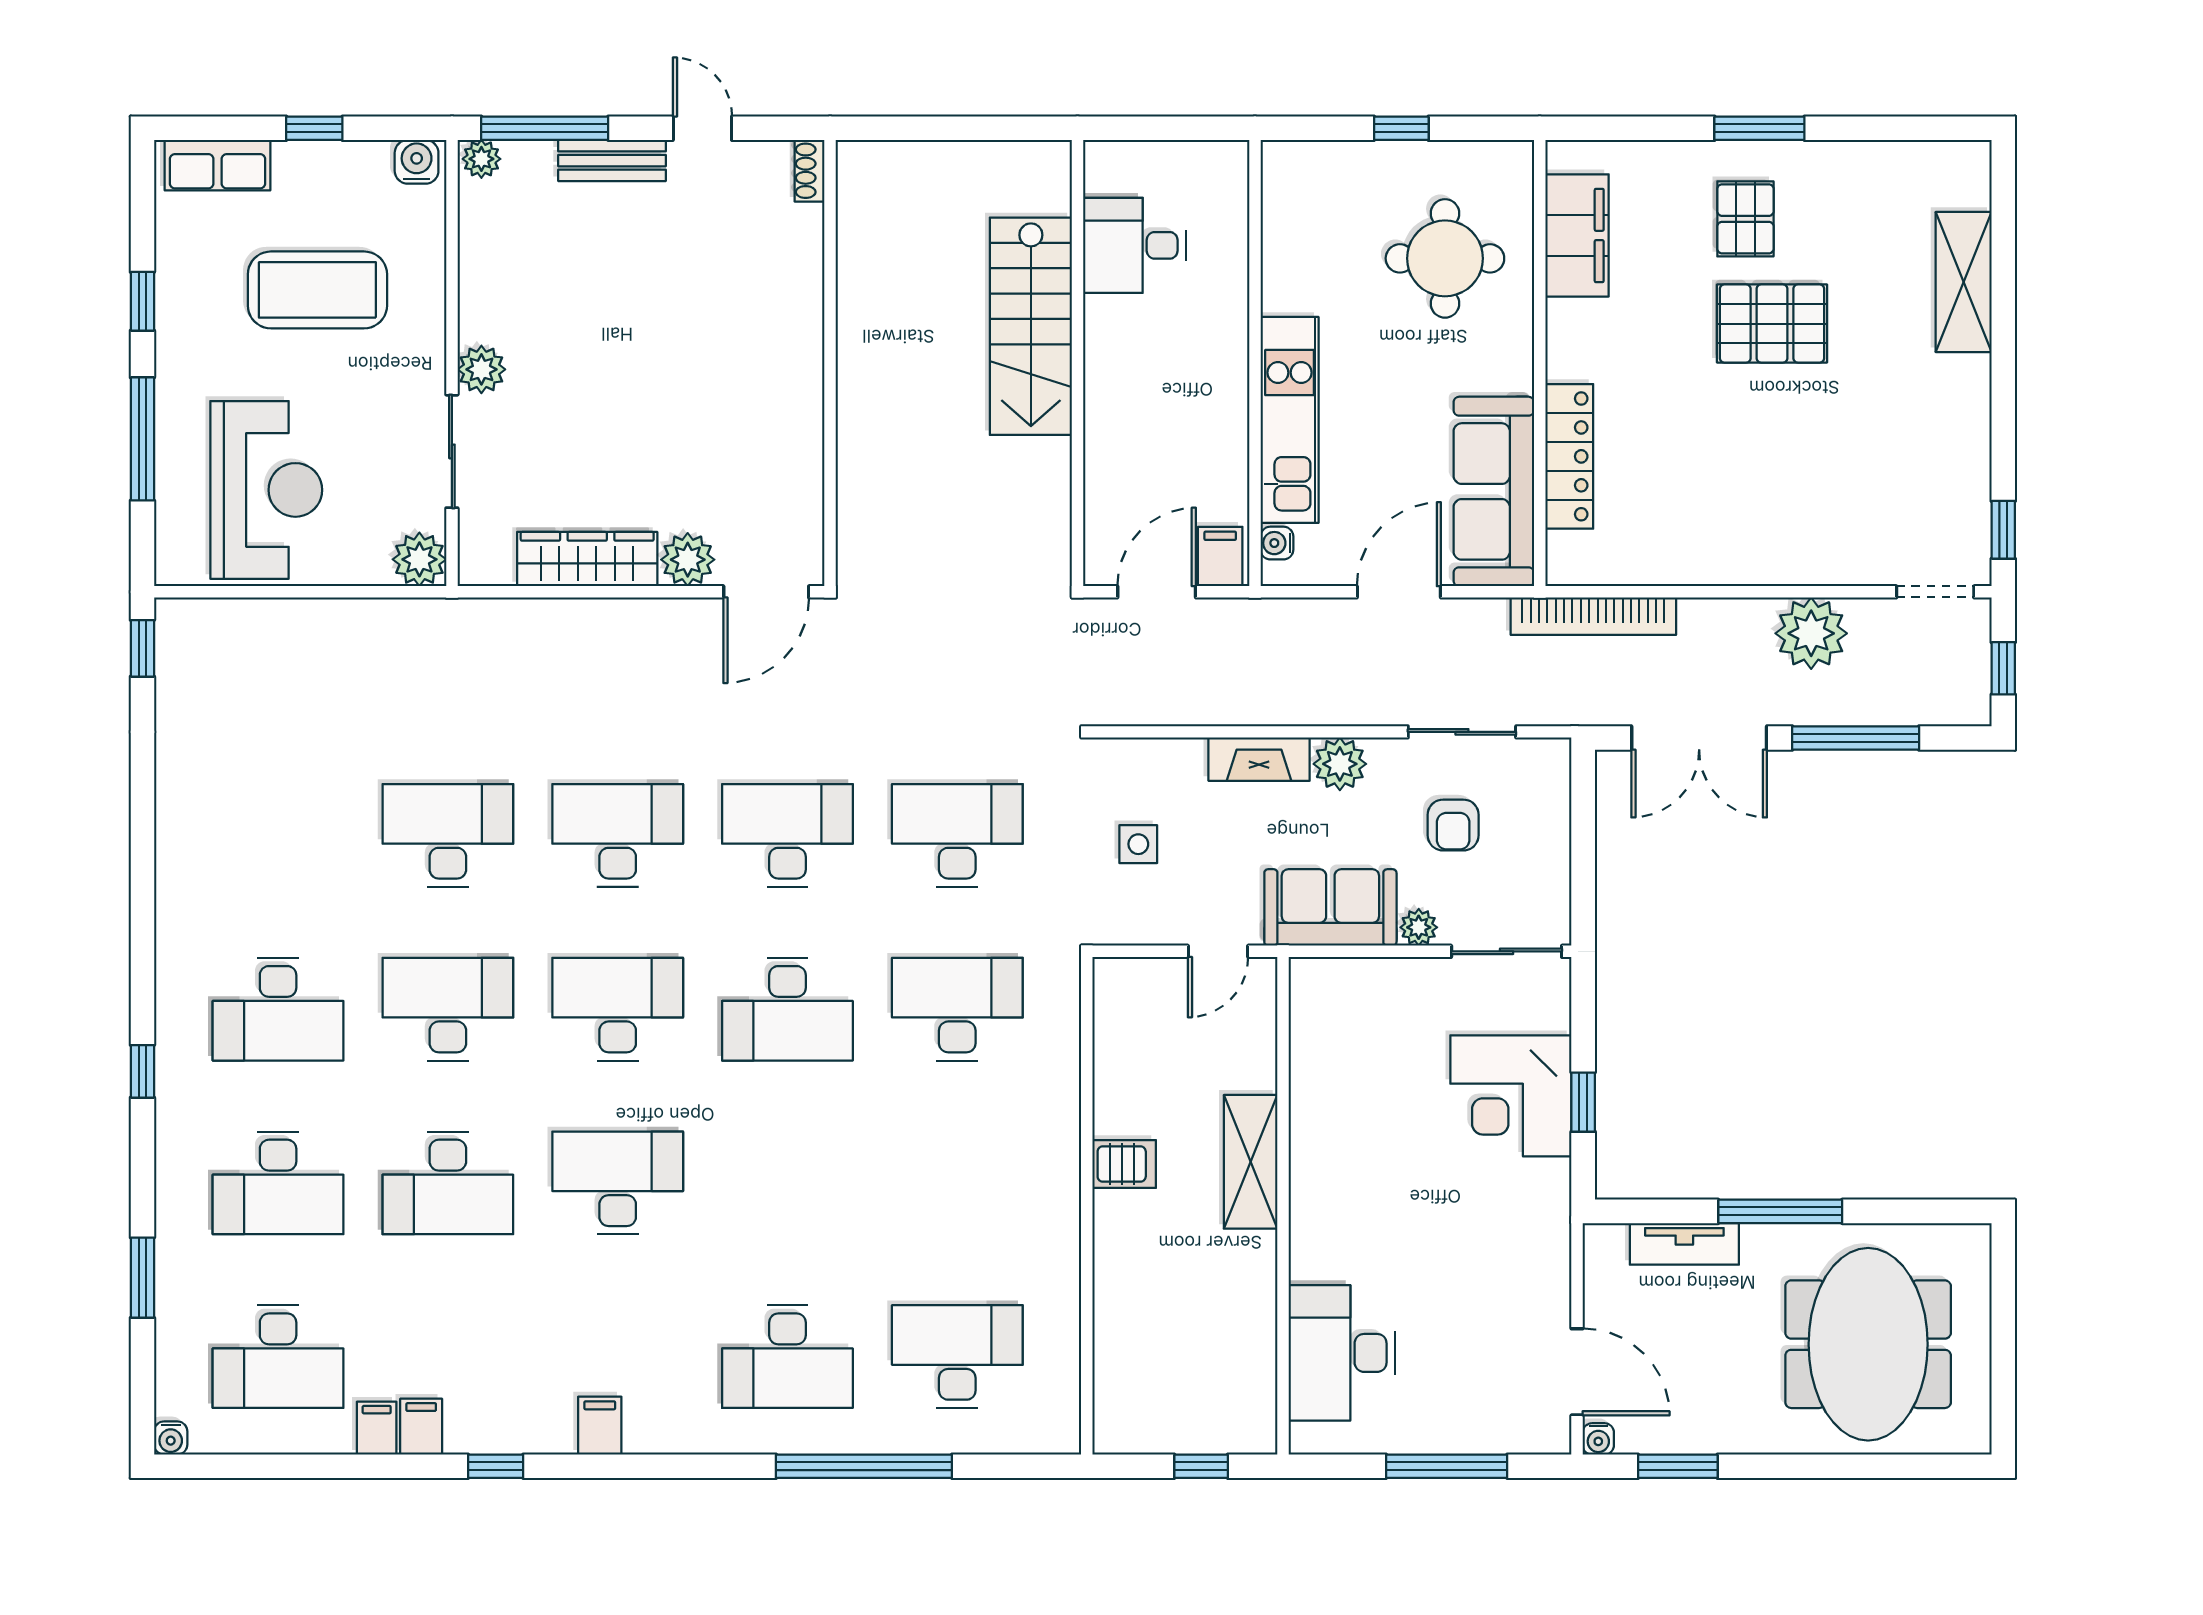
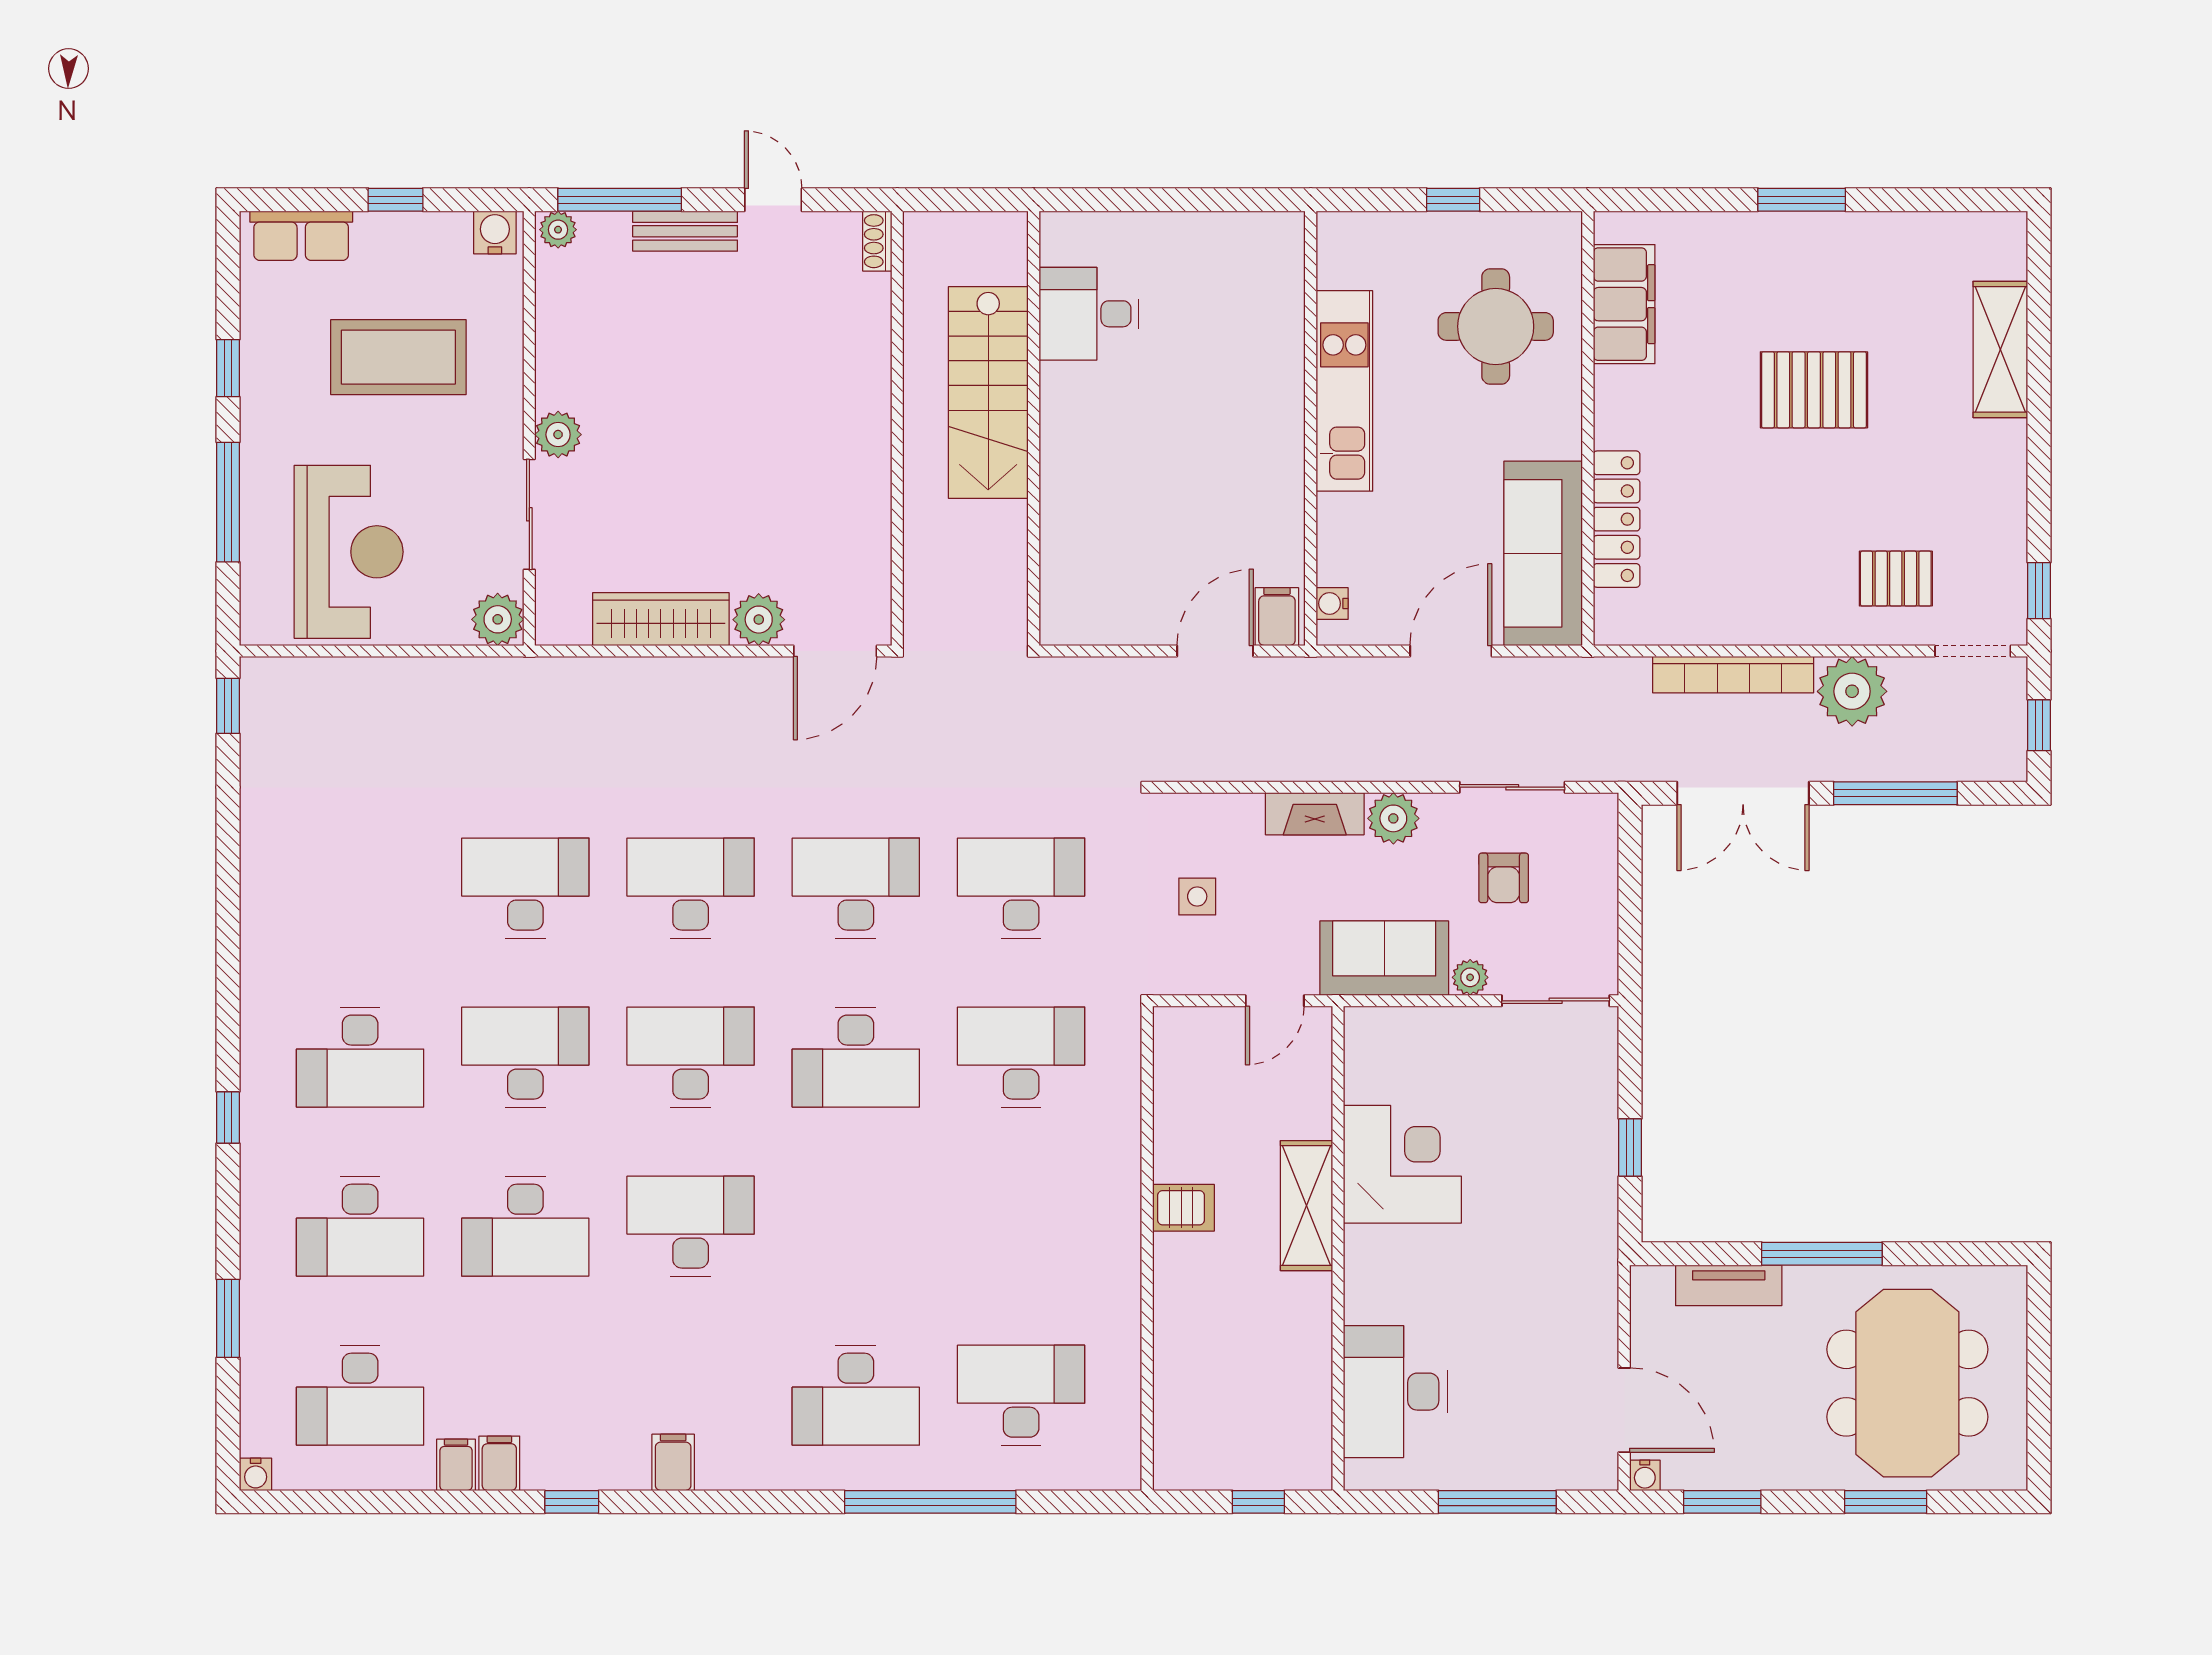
pallet: (1745, 219) -> (1896, 579), moved, turned 90
desk: (1134, 245) -> (1089, 314), moved
stairs: (1031, 326) -> (988, 392), moved
wall: (1078, 363) -> (1034, 428), moved
kitchen unit: (1290, 420) -> (1344, 391), moved
bookcase: (1593, 616) -> (1733, 675), moved
corner desk: (1511, 1096) -> (1402, 1164), moved, turned 180
window: (1846, 1466) -> (1886, 1502), added

